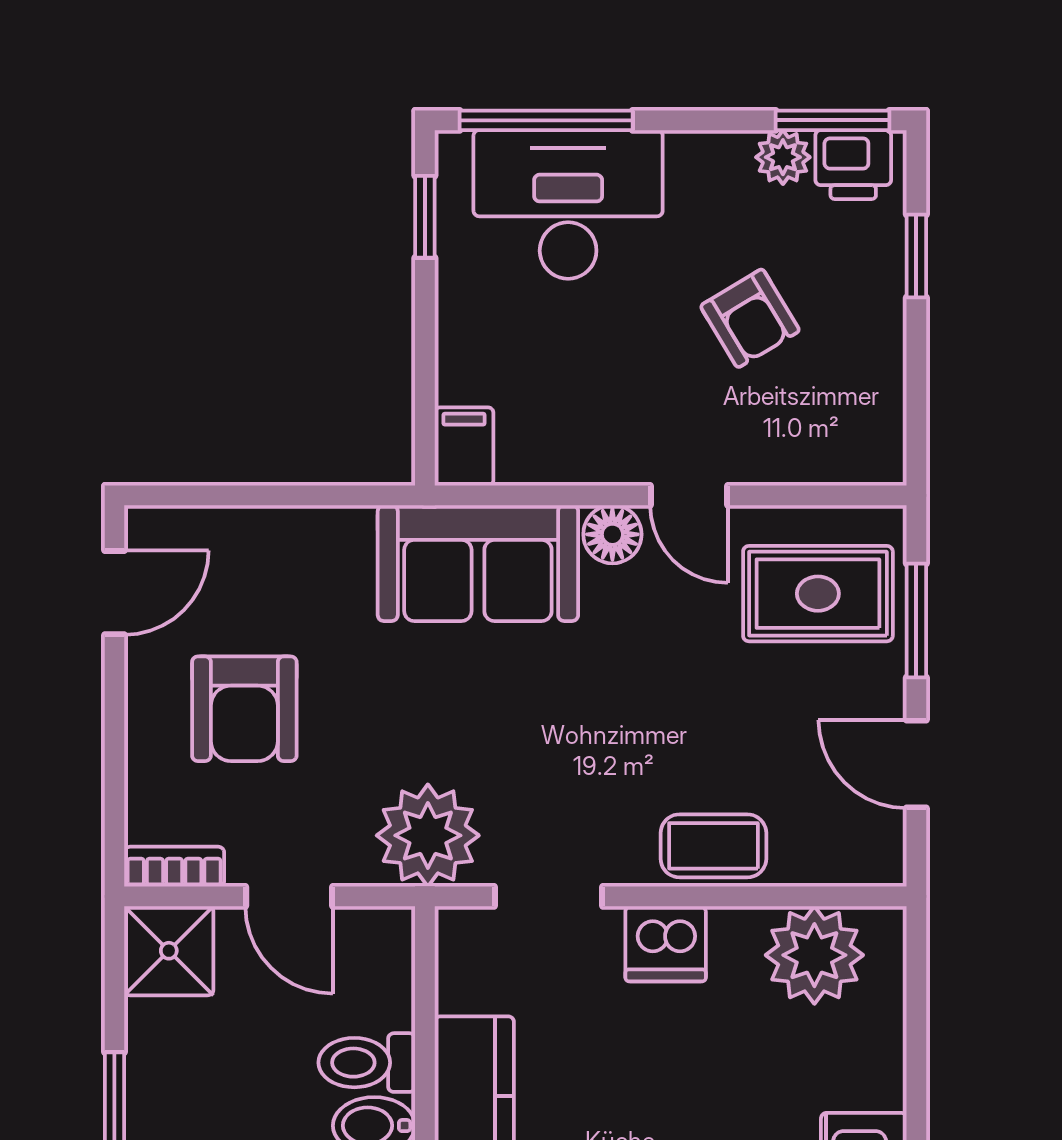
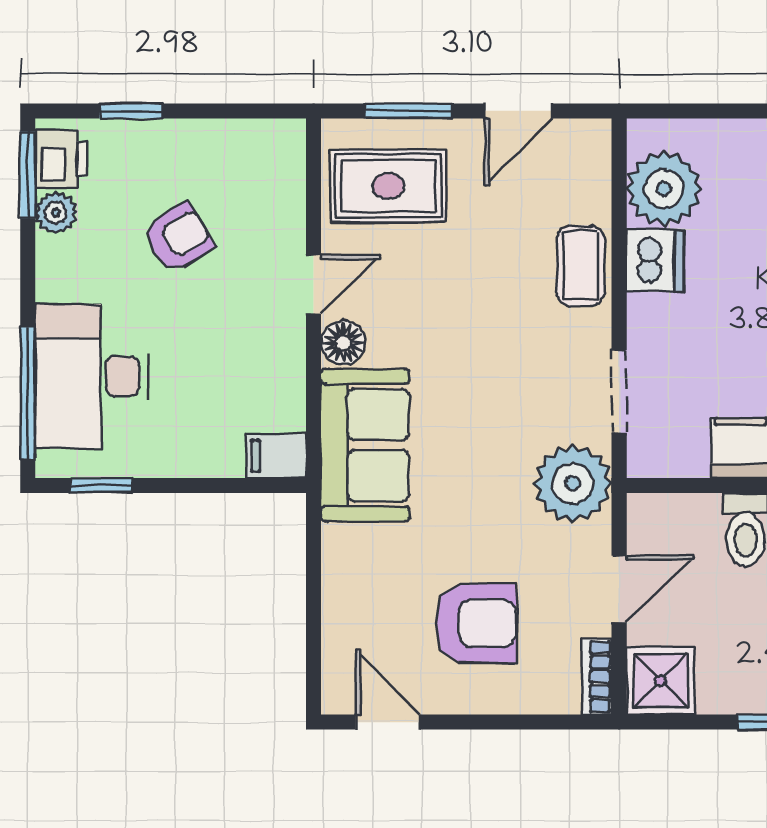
rug: (818, 594) -> (388, 186), turned 90
dishwasher: (666, 944) -> (655, 261), moved

